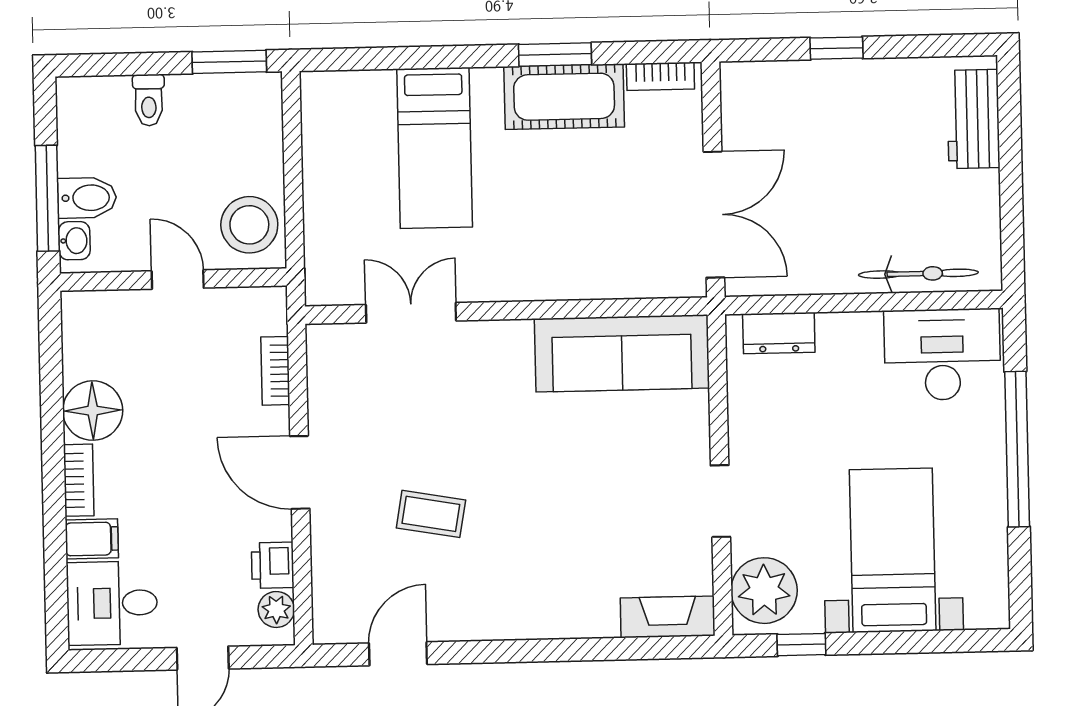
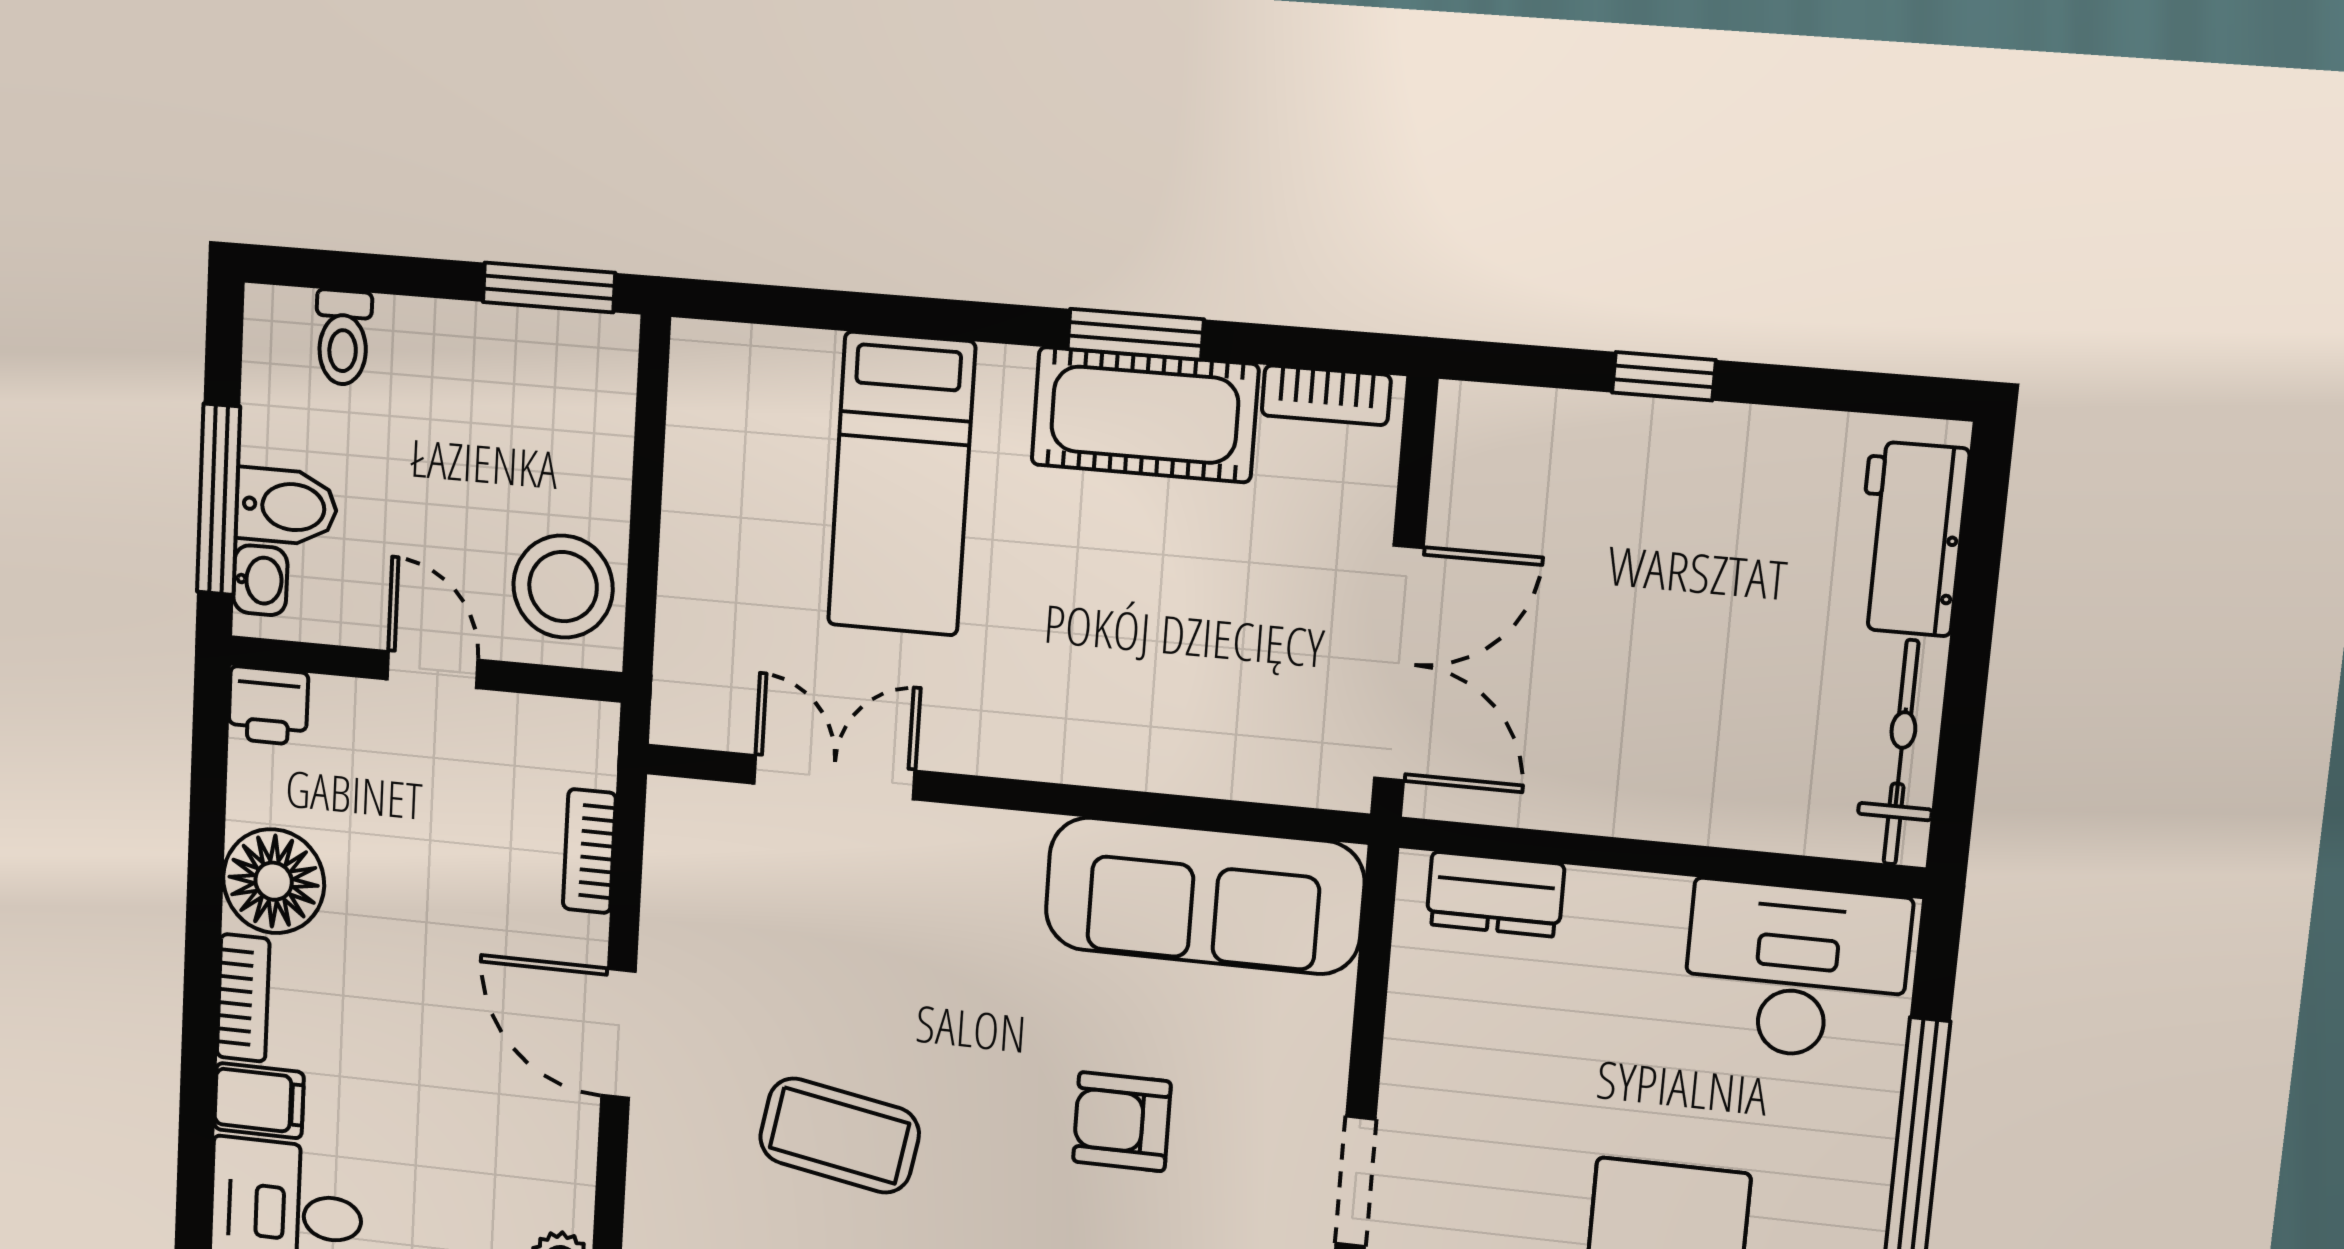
toilet: (149, 100) -> (343, 338), moved
bicycle: (918, 274) -> (1901, 752), moved, turned -90
armchair: (589, 485) -> (1122, 1122), added
coffee table: (431, 514) -> (839, 1136), width x1.36, depth x1.30
printer: (273, 565) -> (268, 706), moved, turned -90

